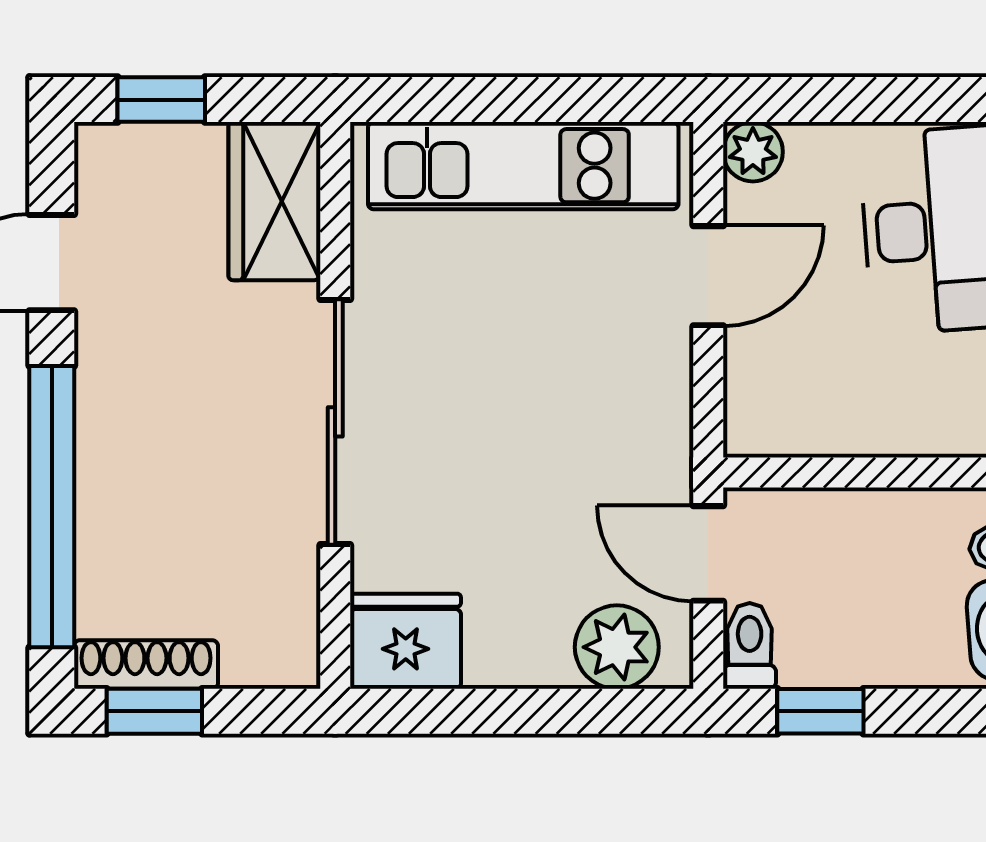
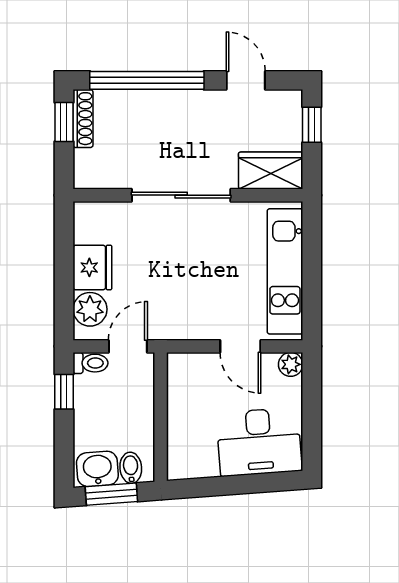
fridge: (406, 641) -> (92, 267), moved

